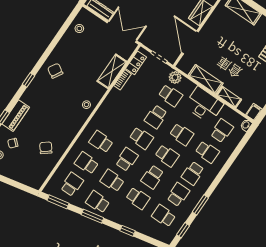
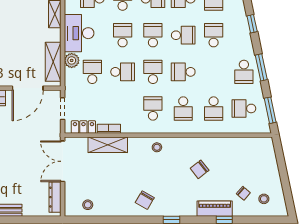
plant: (175, 77) -> (72, 60), moved
shelving: (206, 79) -> (53, 62), moved
chair: (46, 148) -> (200, 169), moved
school desk: (112, 181) -> (153, 108), moved, turned 180

